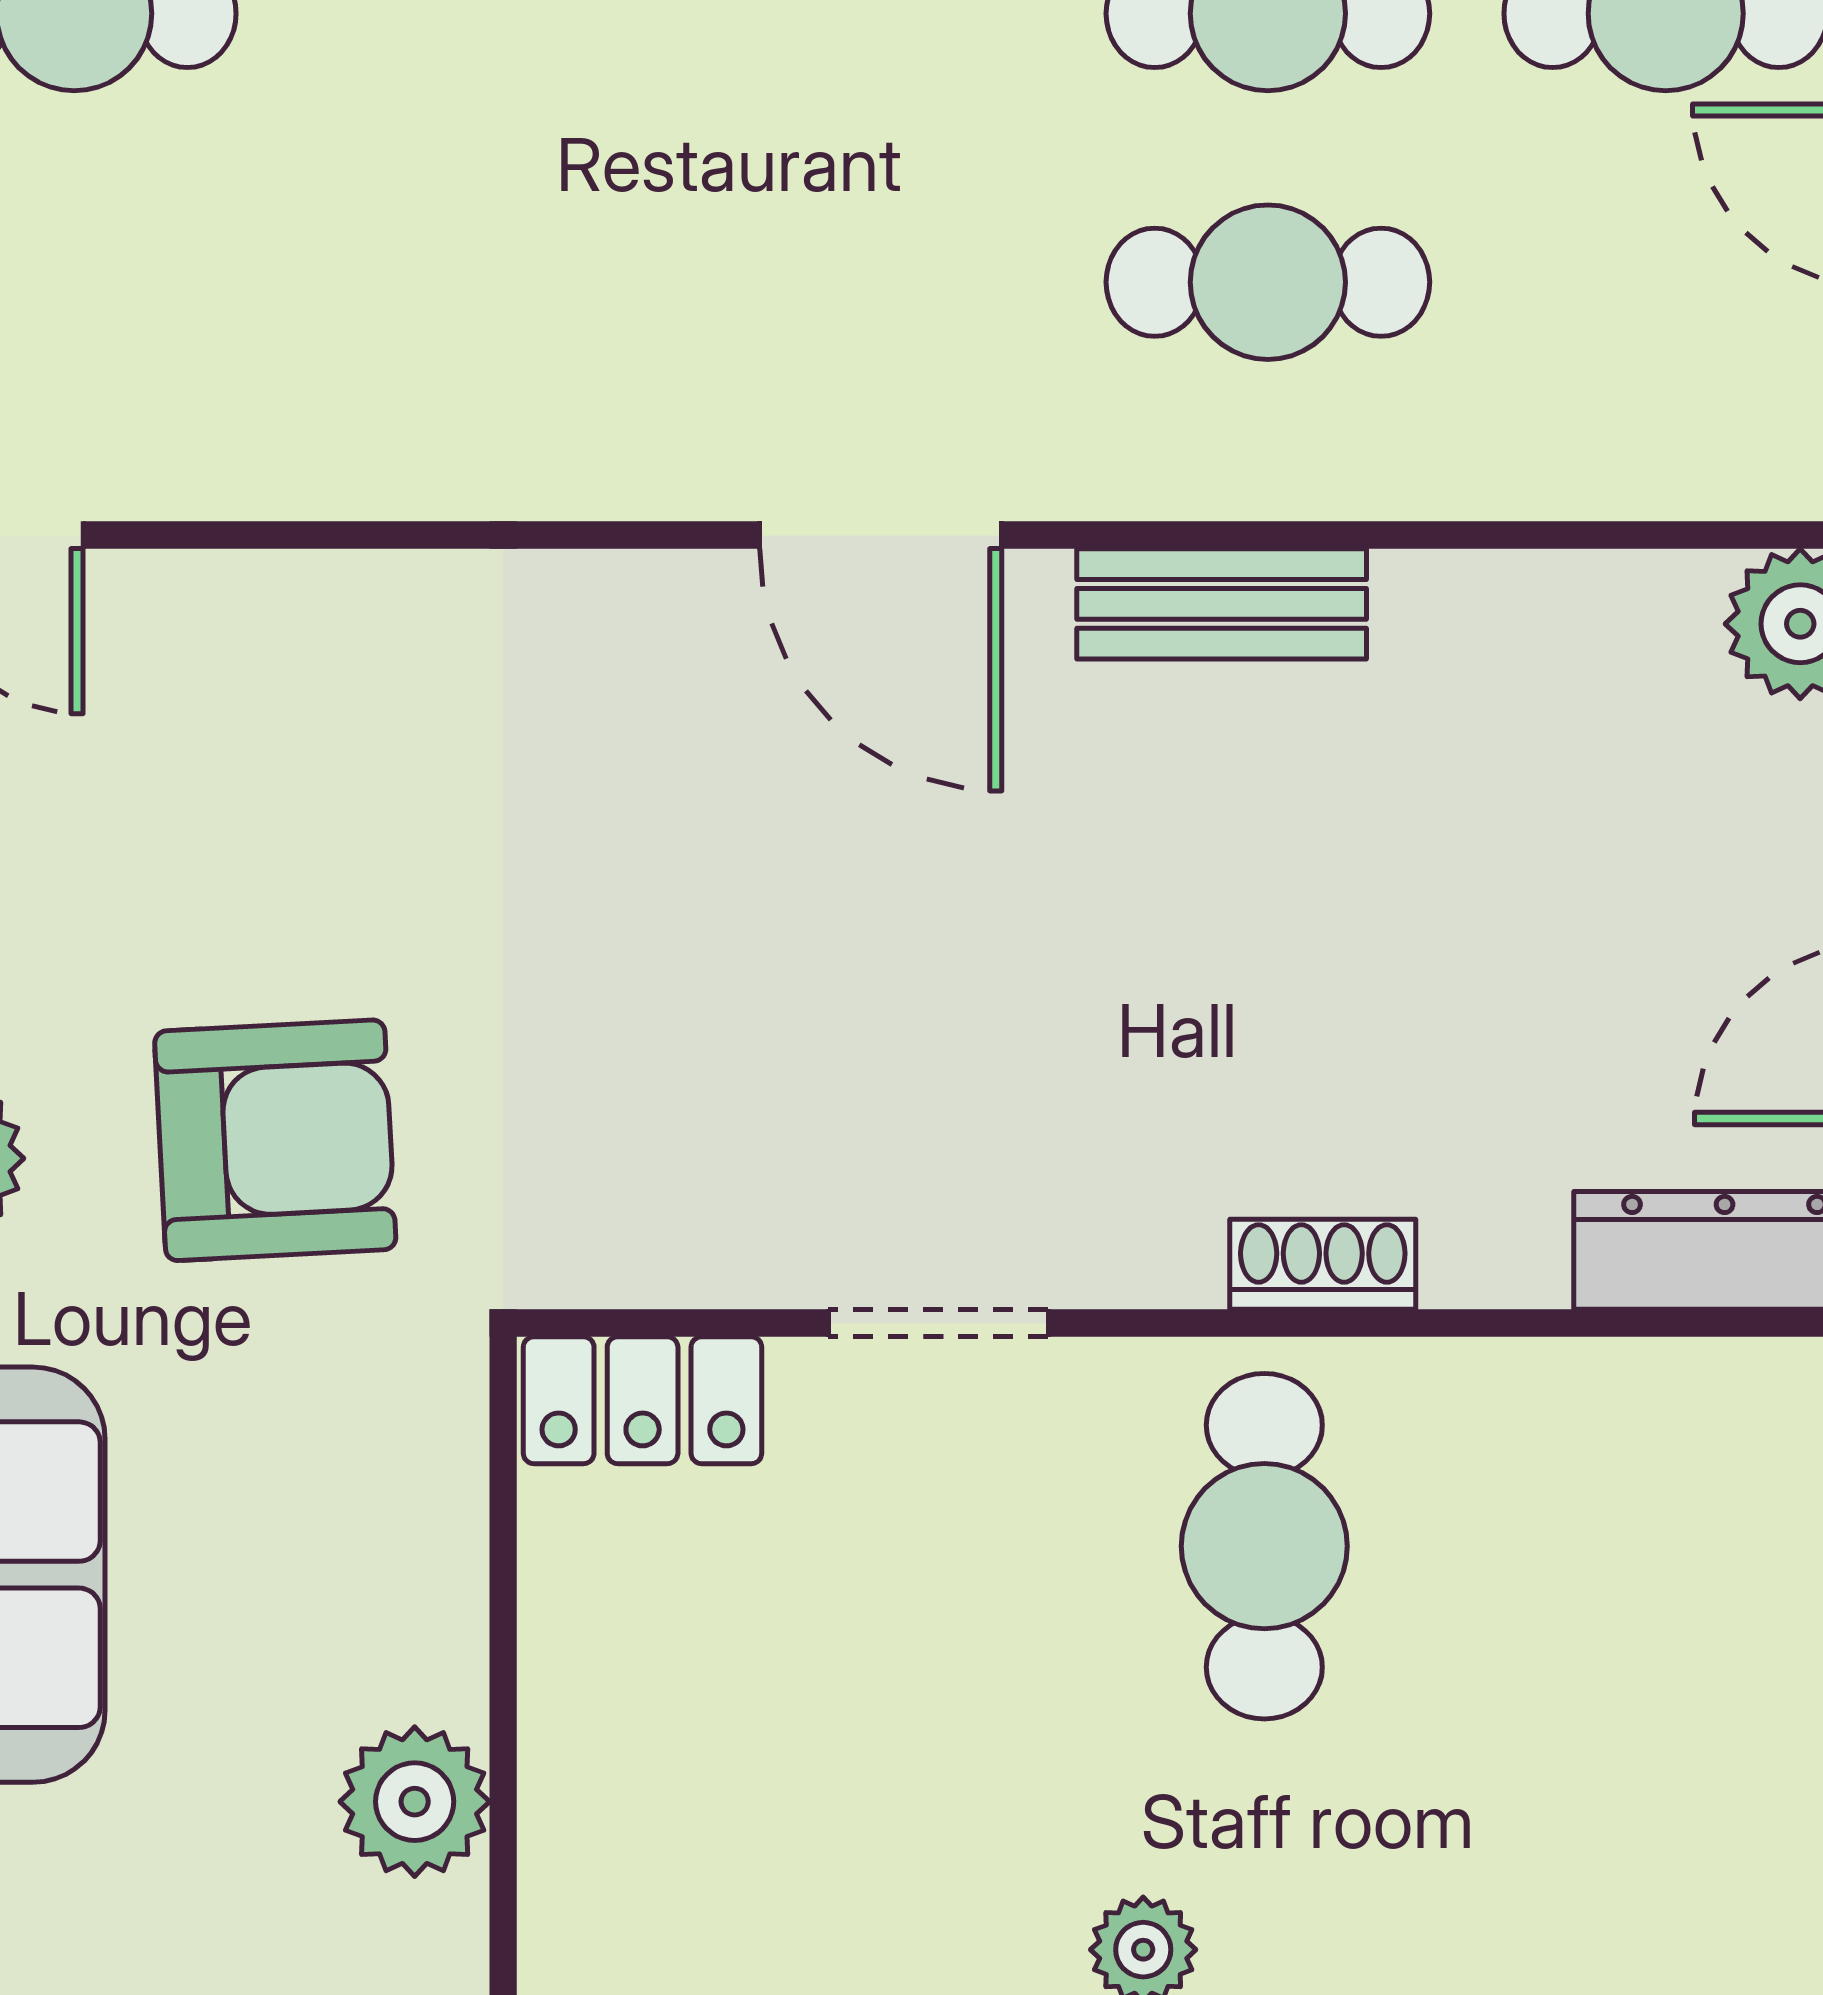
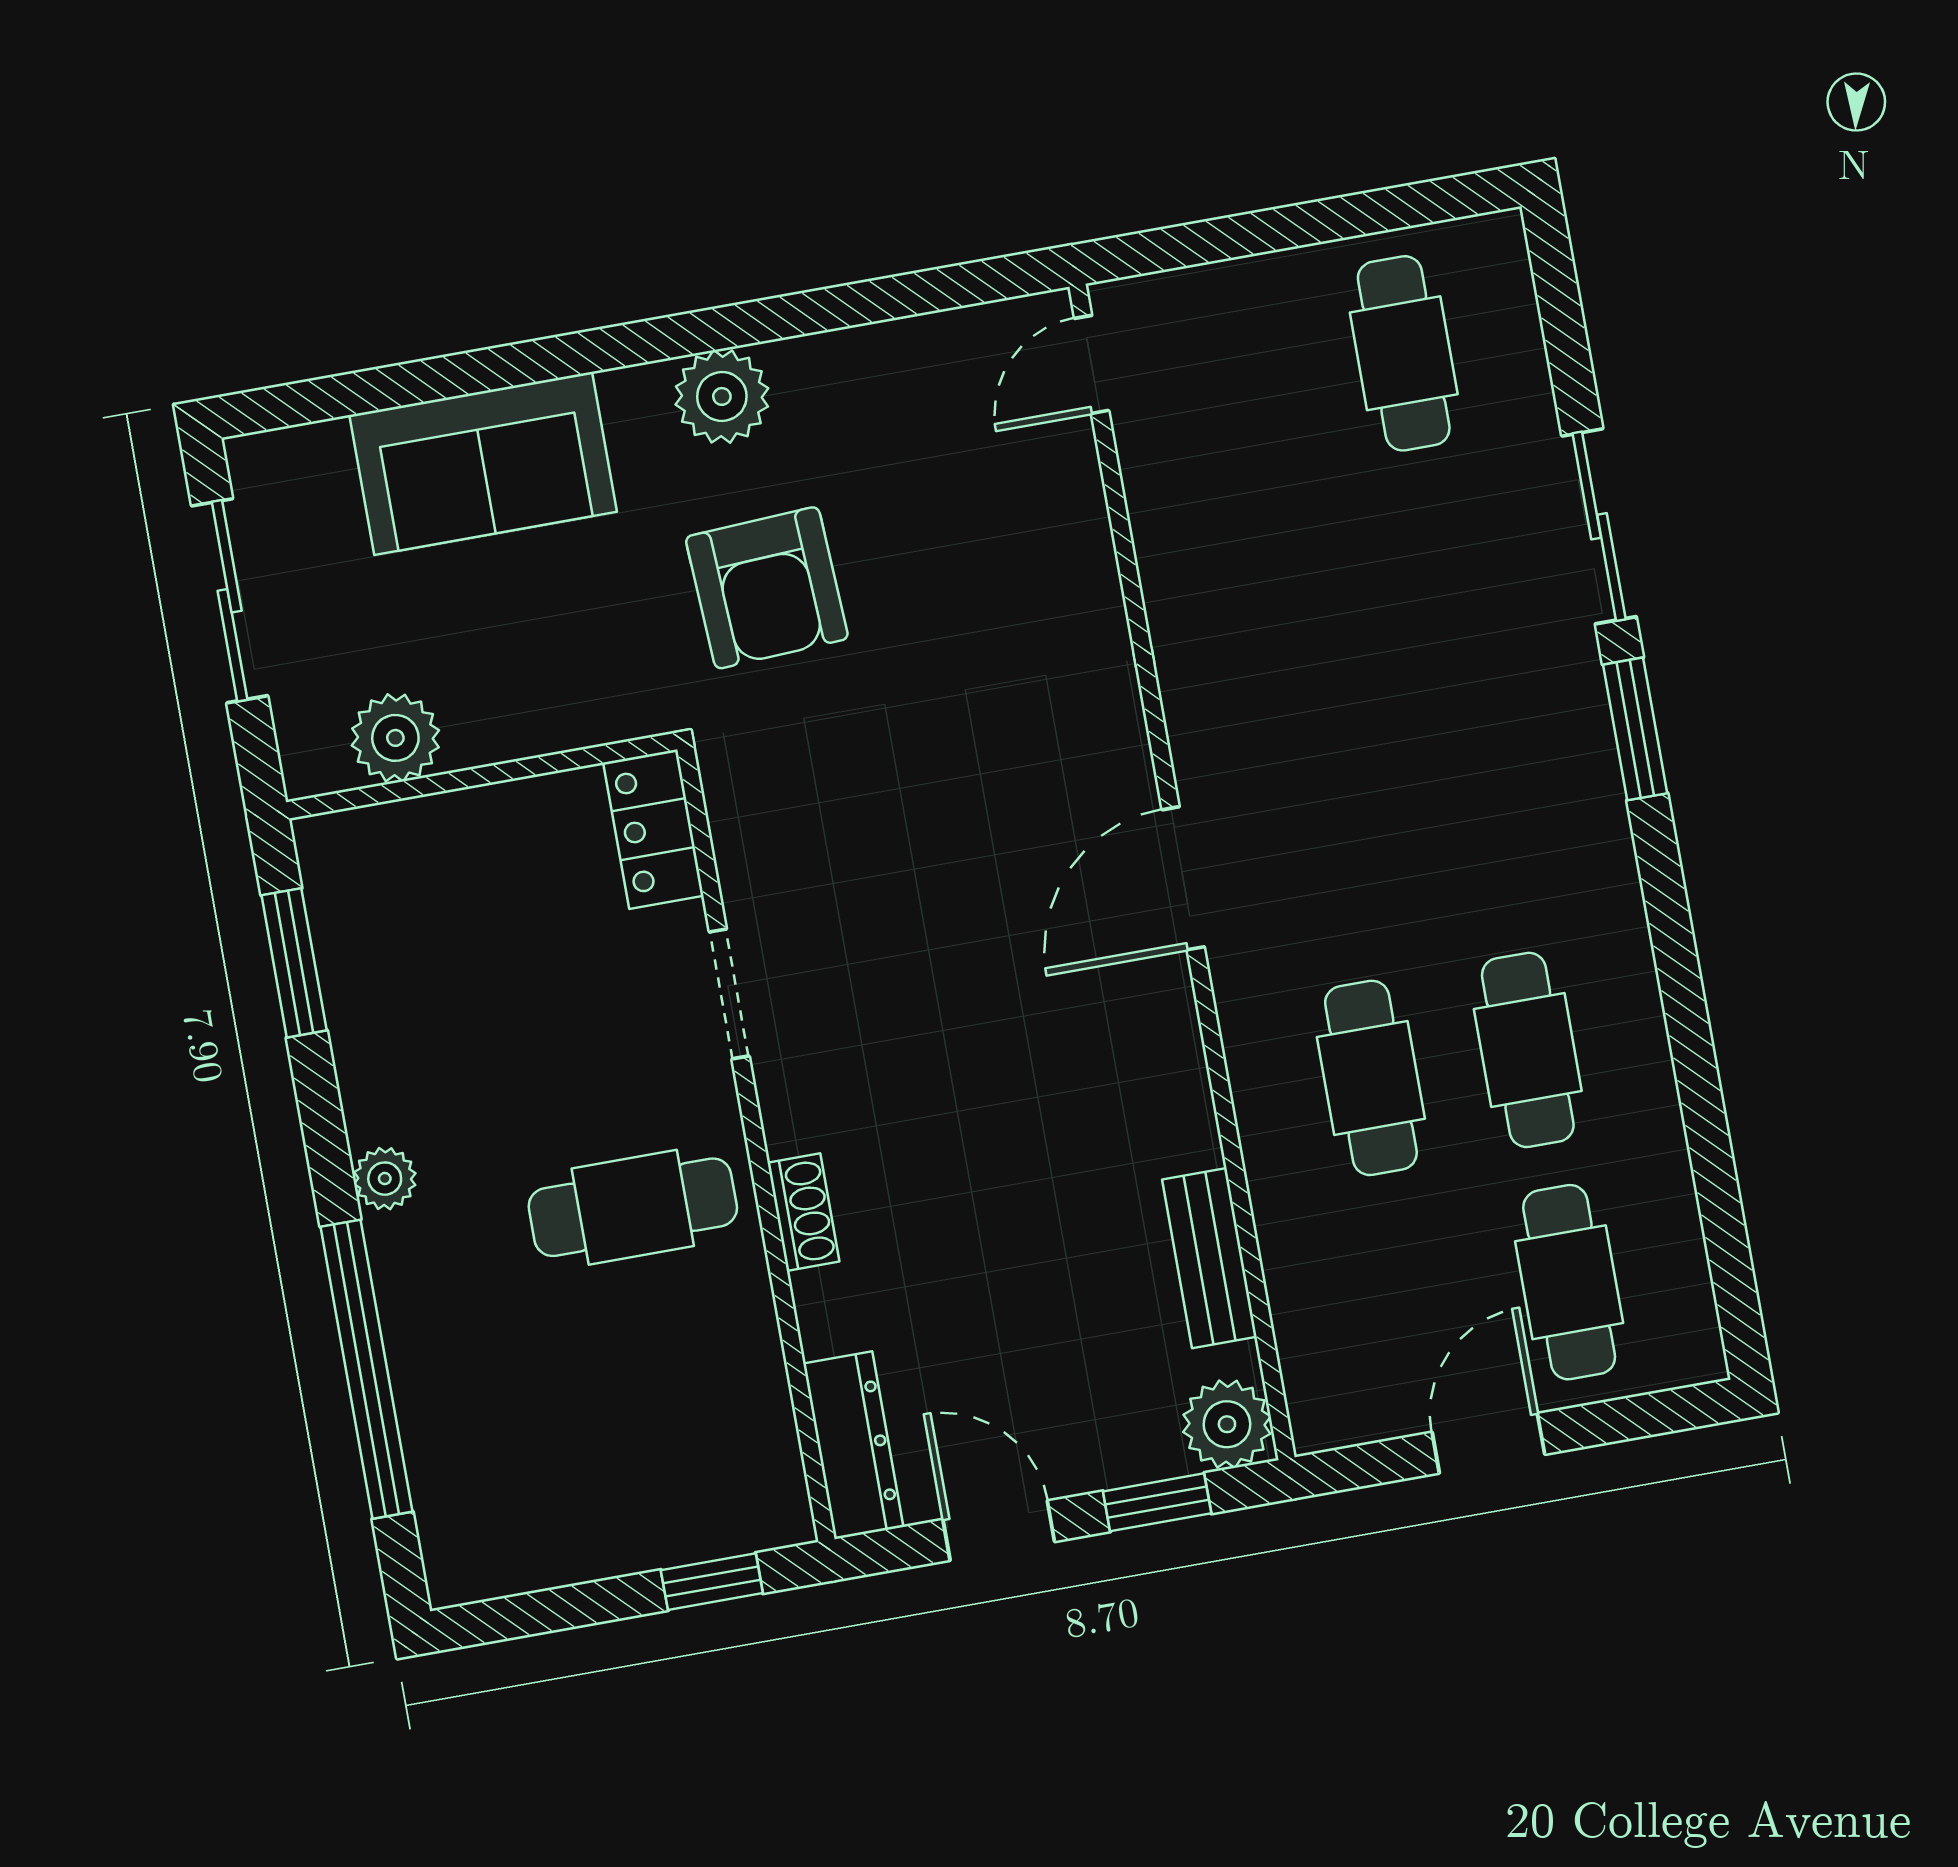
bench: (1222, 604) -> (1209, 1258), moved

